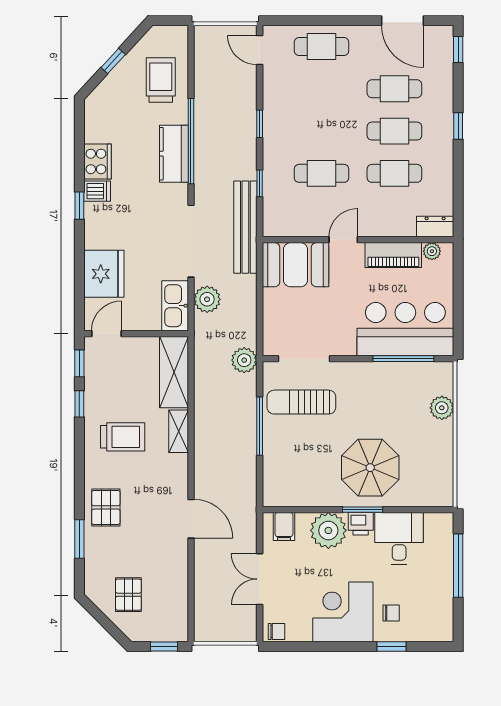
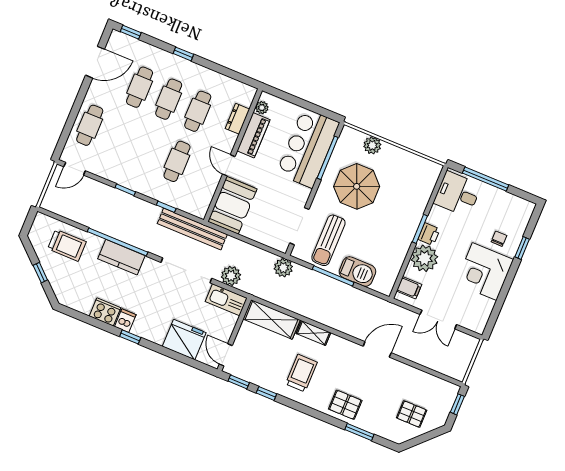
trolley: (161, 80) -> (67, 245), turned 180
dresser: (435, 227) -> (237, 119), moved
barbecue: (277, 454) -> (357, 272), added
parasol: (370, 468) -> (357, 186), moved
desk: (399, 538) -> (457, 194), moved
chair: (277, 632) -> (479, 323), removed

